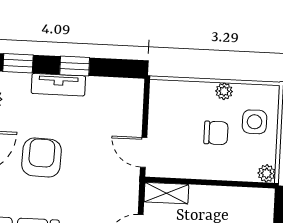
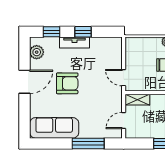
armchair: (42, 158) -> (67, 83), turned 88

